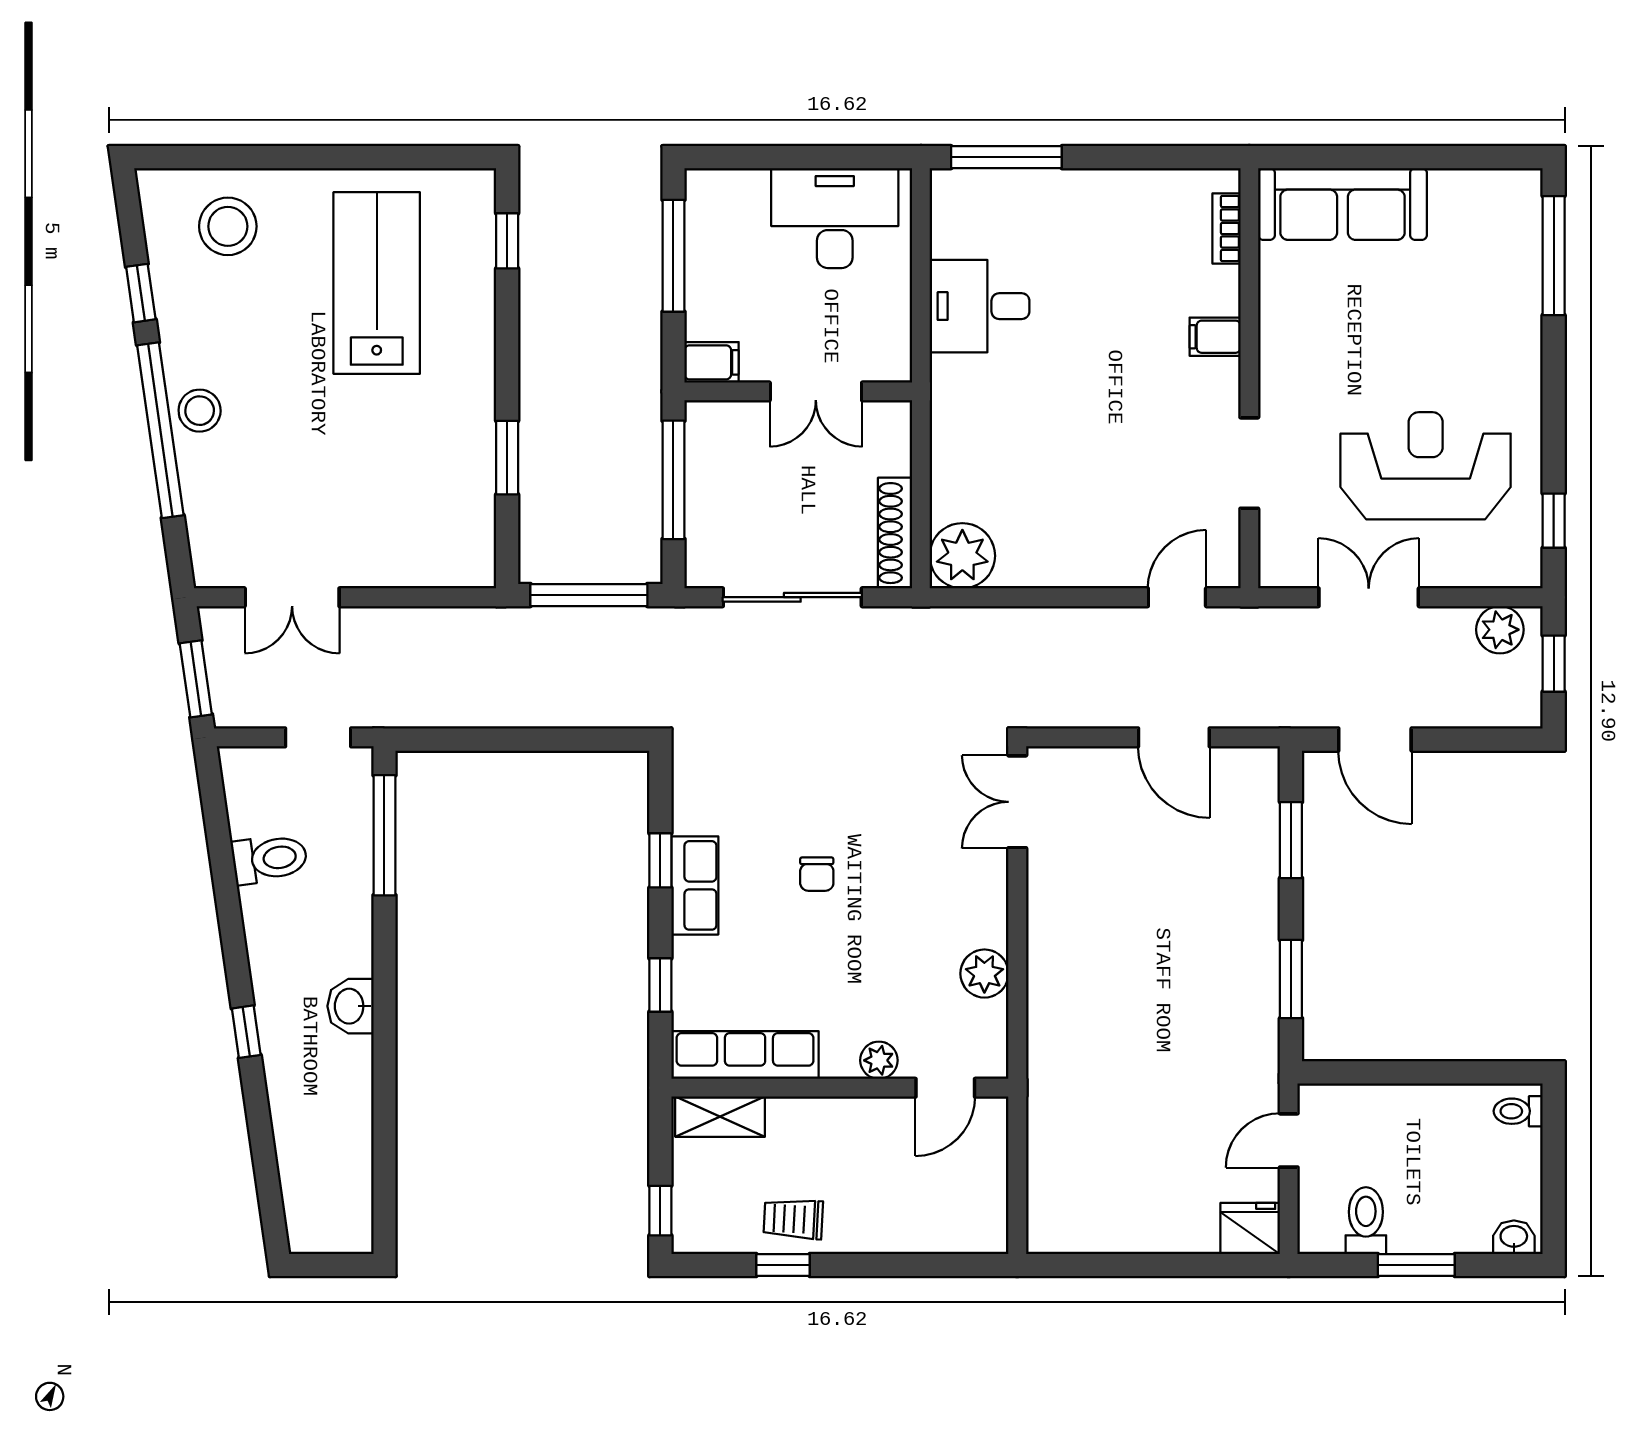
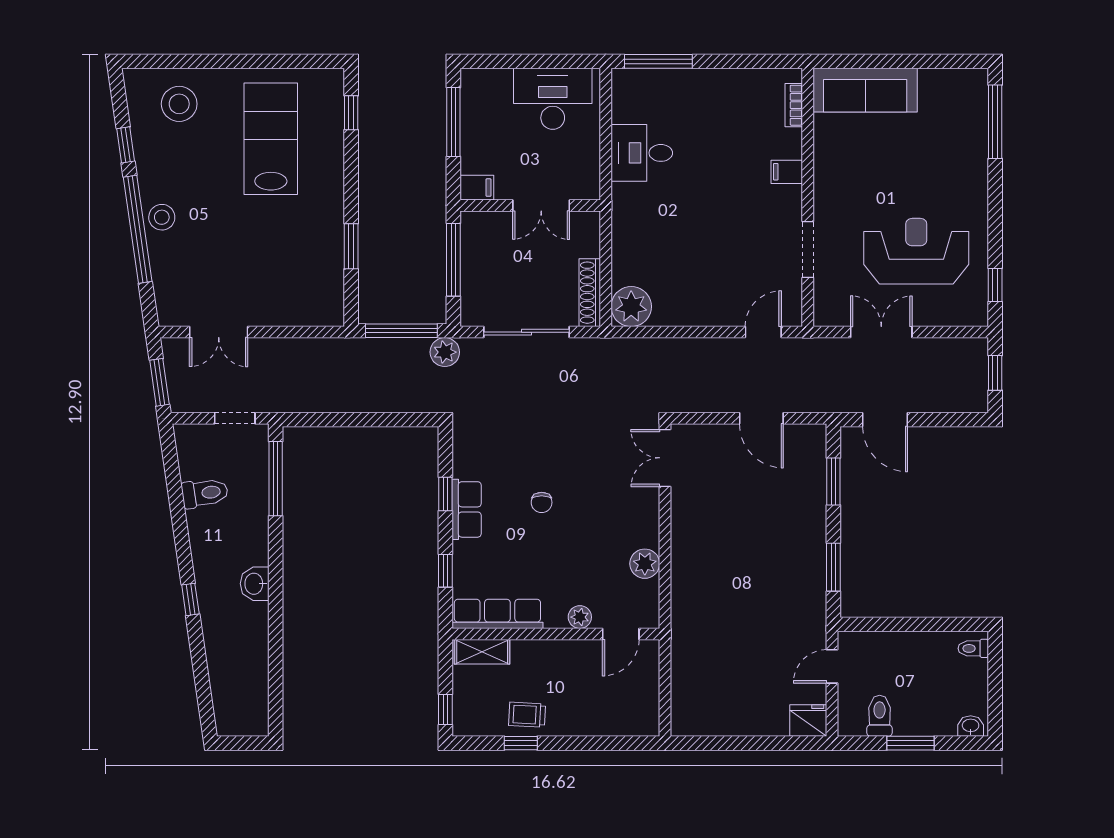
plant: (1500, 630) -> (445, 352), moved

